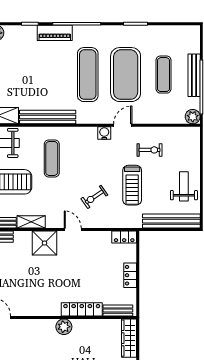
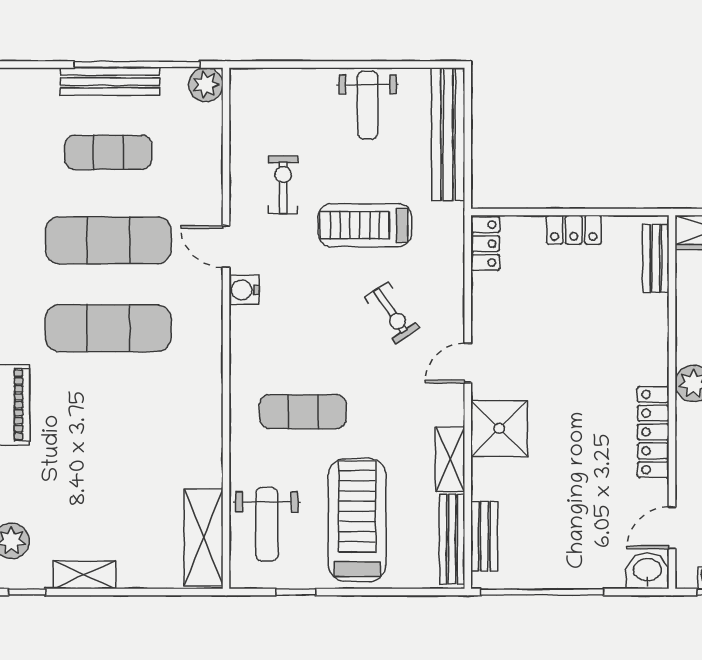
exercise mat: (126, 75) -> (108, 240), width x0.68
bench: (48, 117) -> (207, 421), removed
treadmill: (132, 185) -> (365, 225), turned 180
weight bench: (184, 186) -> (368, 105), turned -90
locker: (82, 309) -> (653, 432), moved

